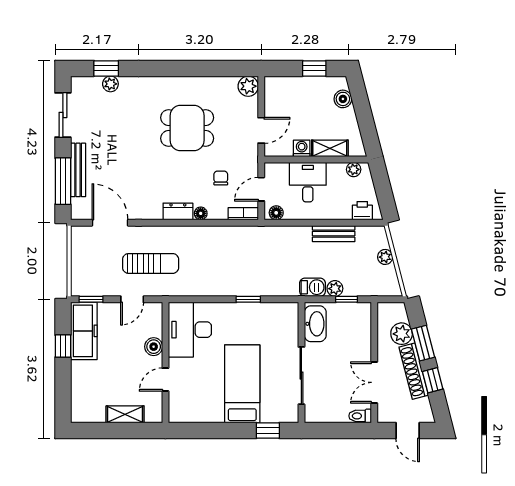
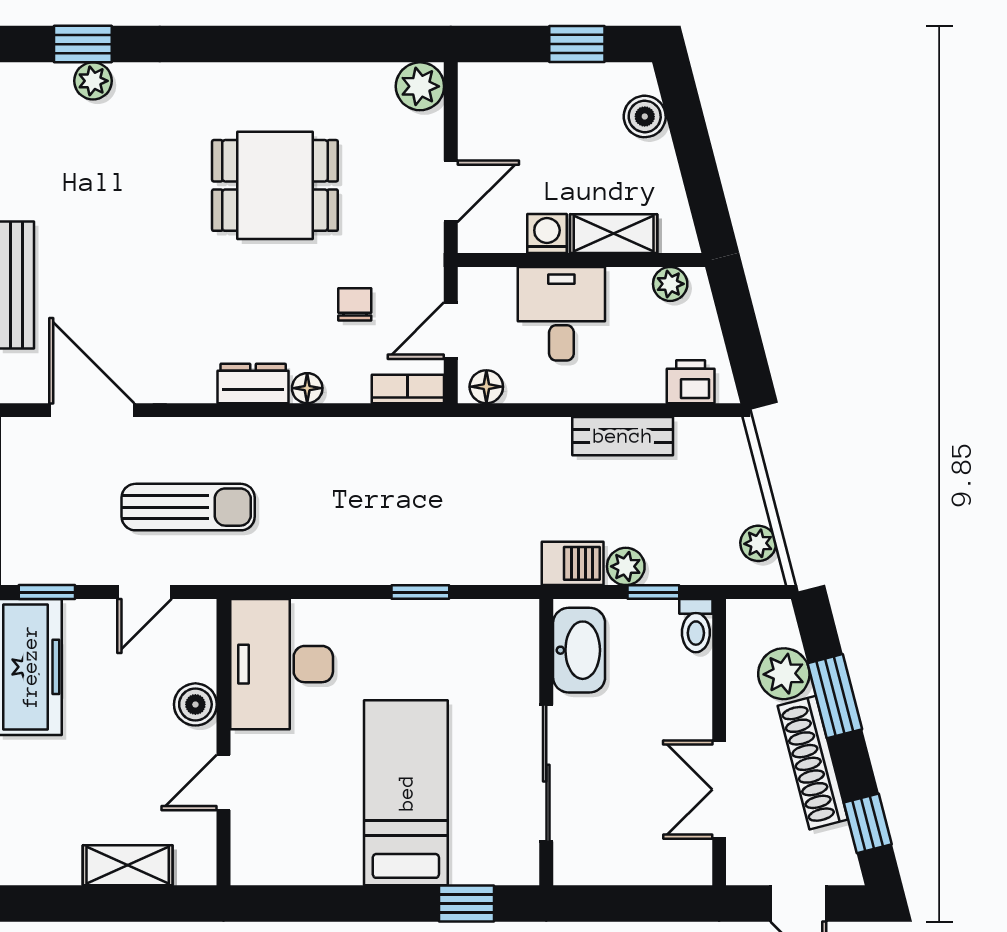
plant: (385, 257) -> (758, 543), moved
window: (433, 380) -> (868, 823), moved
toilet: (360, 416) -> (696, 626), moved, turned -90

